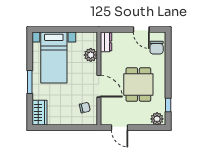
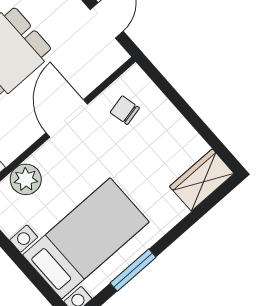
window: (30, 82) -> (133, 270), moved

